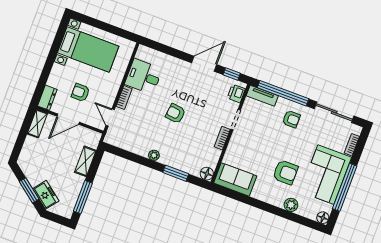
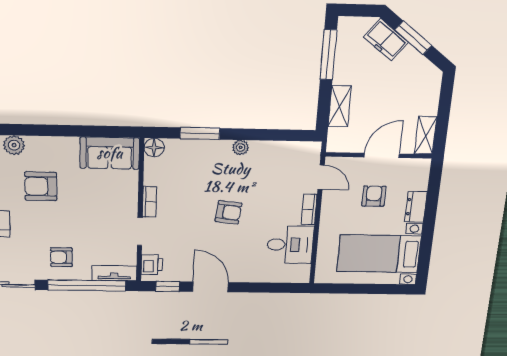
door: (204, 64) -> (210, 287), swing flipped
armchair: (81, 93) -> (374, 196), turned -90
dresser: (47, 98) -> (416, 207), moved

